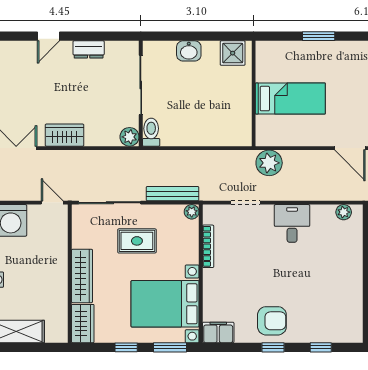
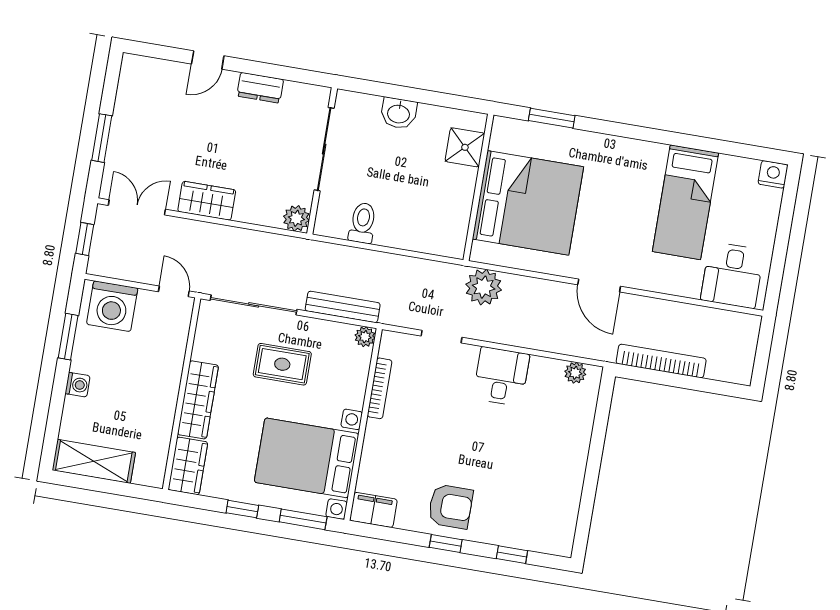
window: (319, 36) -> (552, 118), moved
shower: (233, 53) -> (465, 147), moved
bed: (290, 99) -> (528, 203), width x2.04
toilet: (151, 132) -> (363, 223), moved

